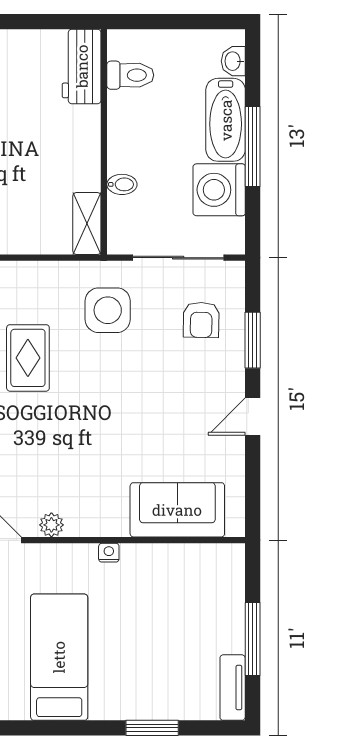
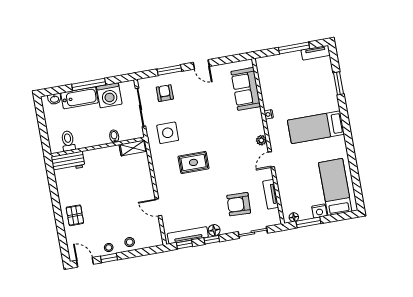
armchair: (201, 320) -> (165, 93), turned -91

